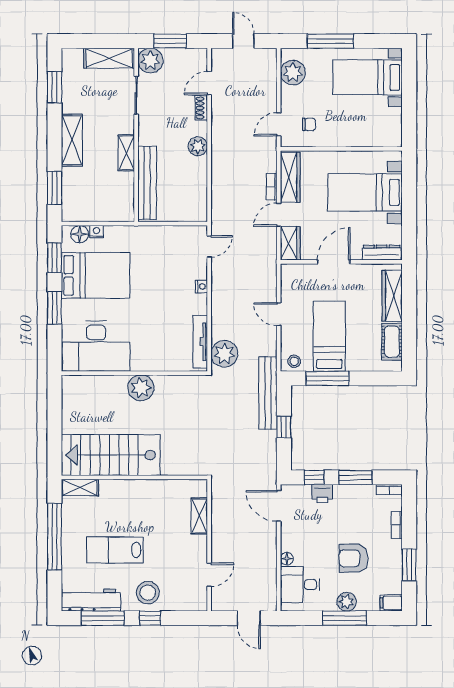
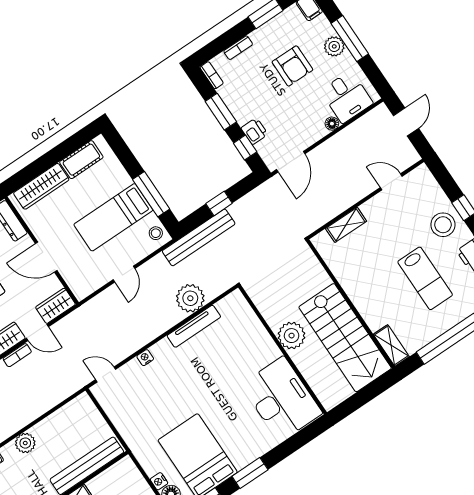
desk: (96, 346) -> (282, 399), moved
wall: (134, 373) -> (282, 350), moved
plant: (141, 388) -> (292, 336), moved

